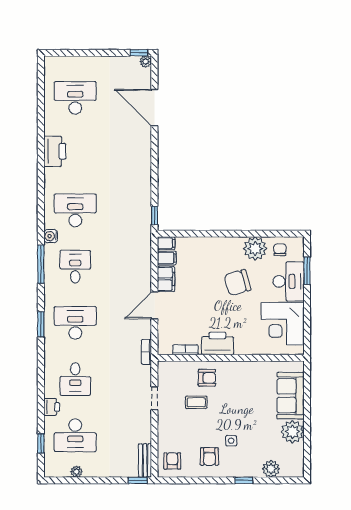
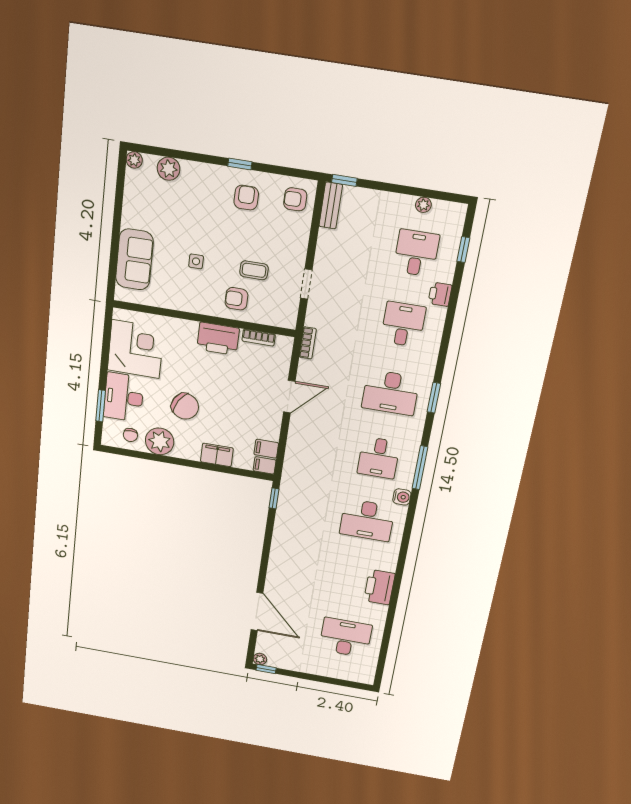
desk: (75, 98) -> (346, 637), turned 180
filing cabinet: (166, 279) -> (217, 455), moved, turned 90
chair: (238, 283) -> (185, 406), turned 47
plant: (292, 432) -> (134, 160), moved, width x0.53, depth x0.53
desk: (75, 435) -> (416, 253), width x0.73
side table: (231, 441) -> (196, 261), moved
armchair: (172, 461) -> (295, 199), turned 90
window: (244, 480) -> (240, 164), moved

